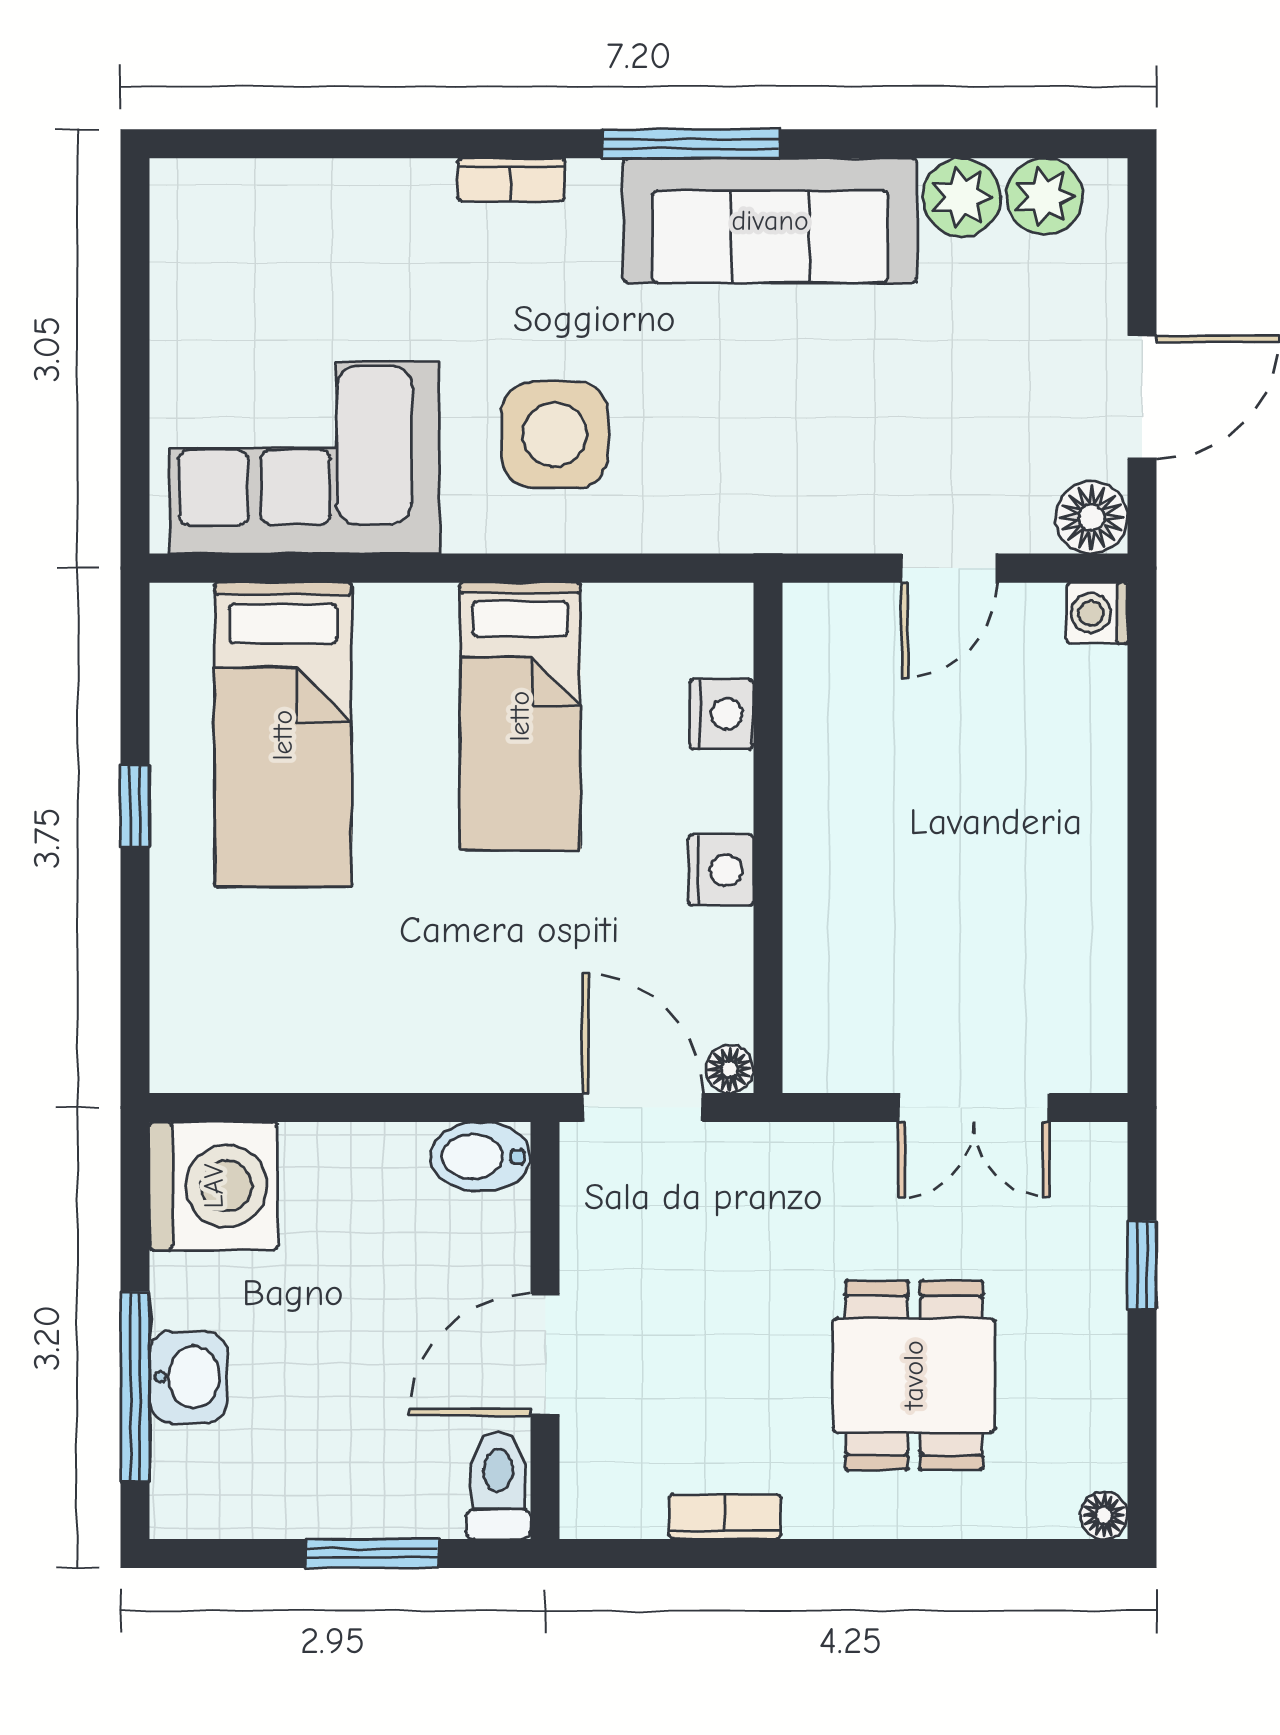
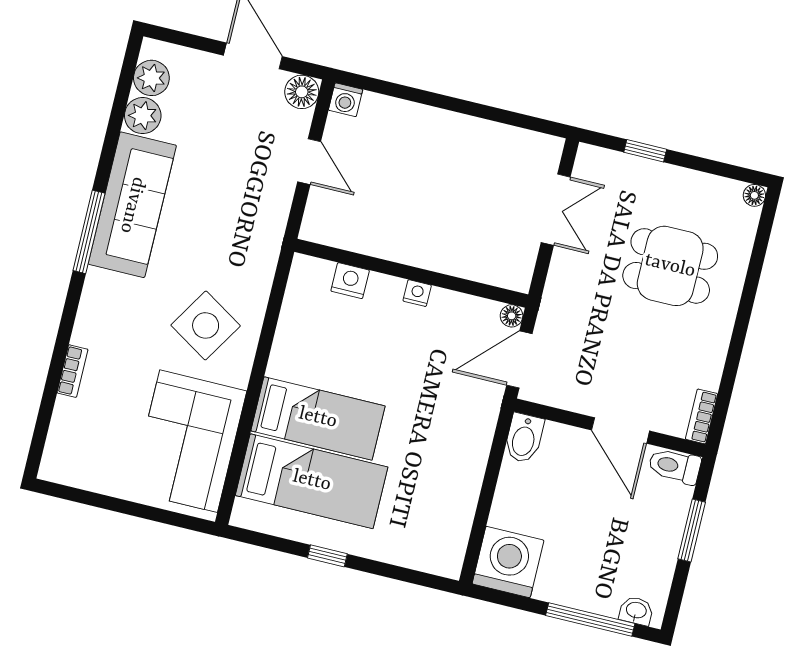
bookcase: (511, 180) -> (72, 371), moved
side table: (555, 435) -> (206, 325), turned 32
bed: (520, 716) -> (318, 418), moved
nightstand: (721, 870) -> (417, 293), width x0.72, depth x0.74
washbasin: (188, 1377) -> (636, 611), moved, width x0.72, depth x0.69
bookcase: (725, 1517) -> (702, 416), moved

